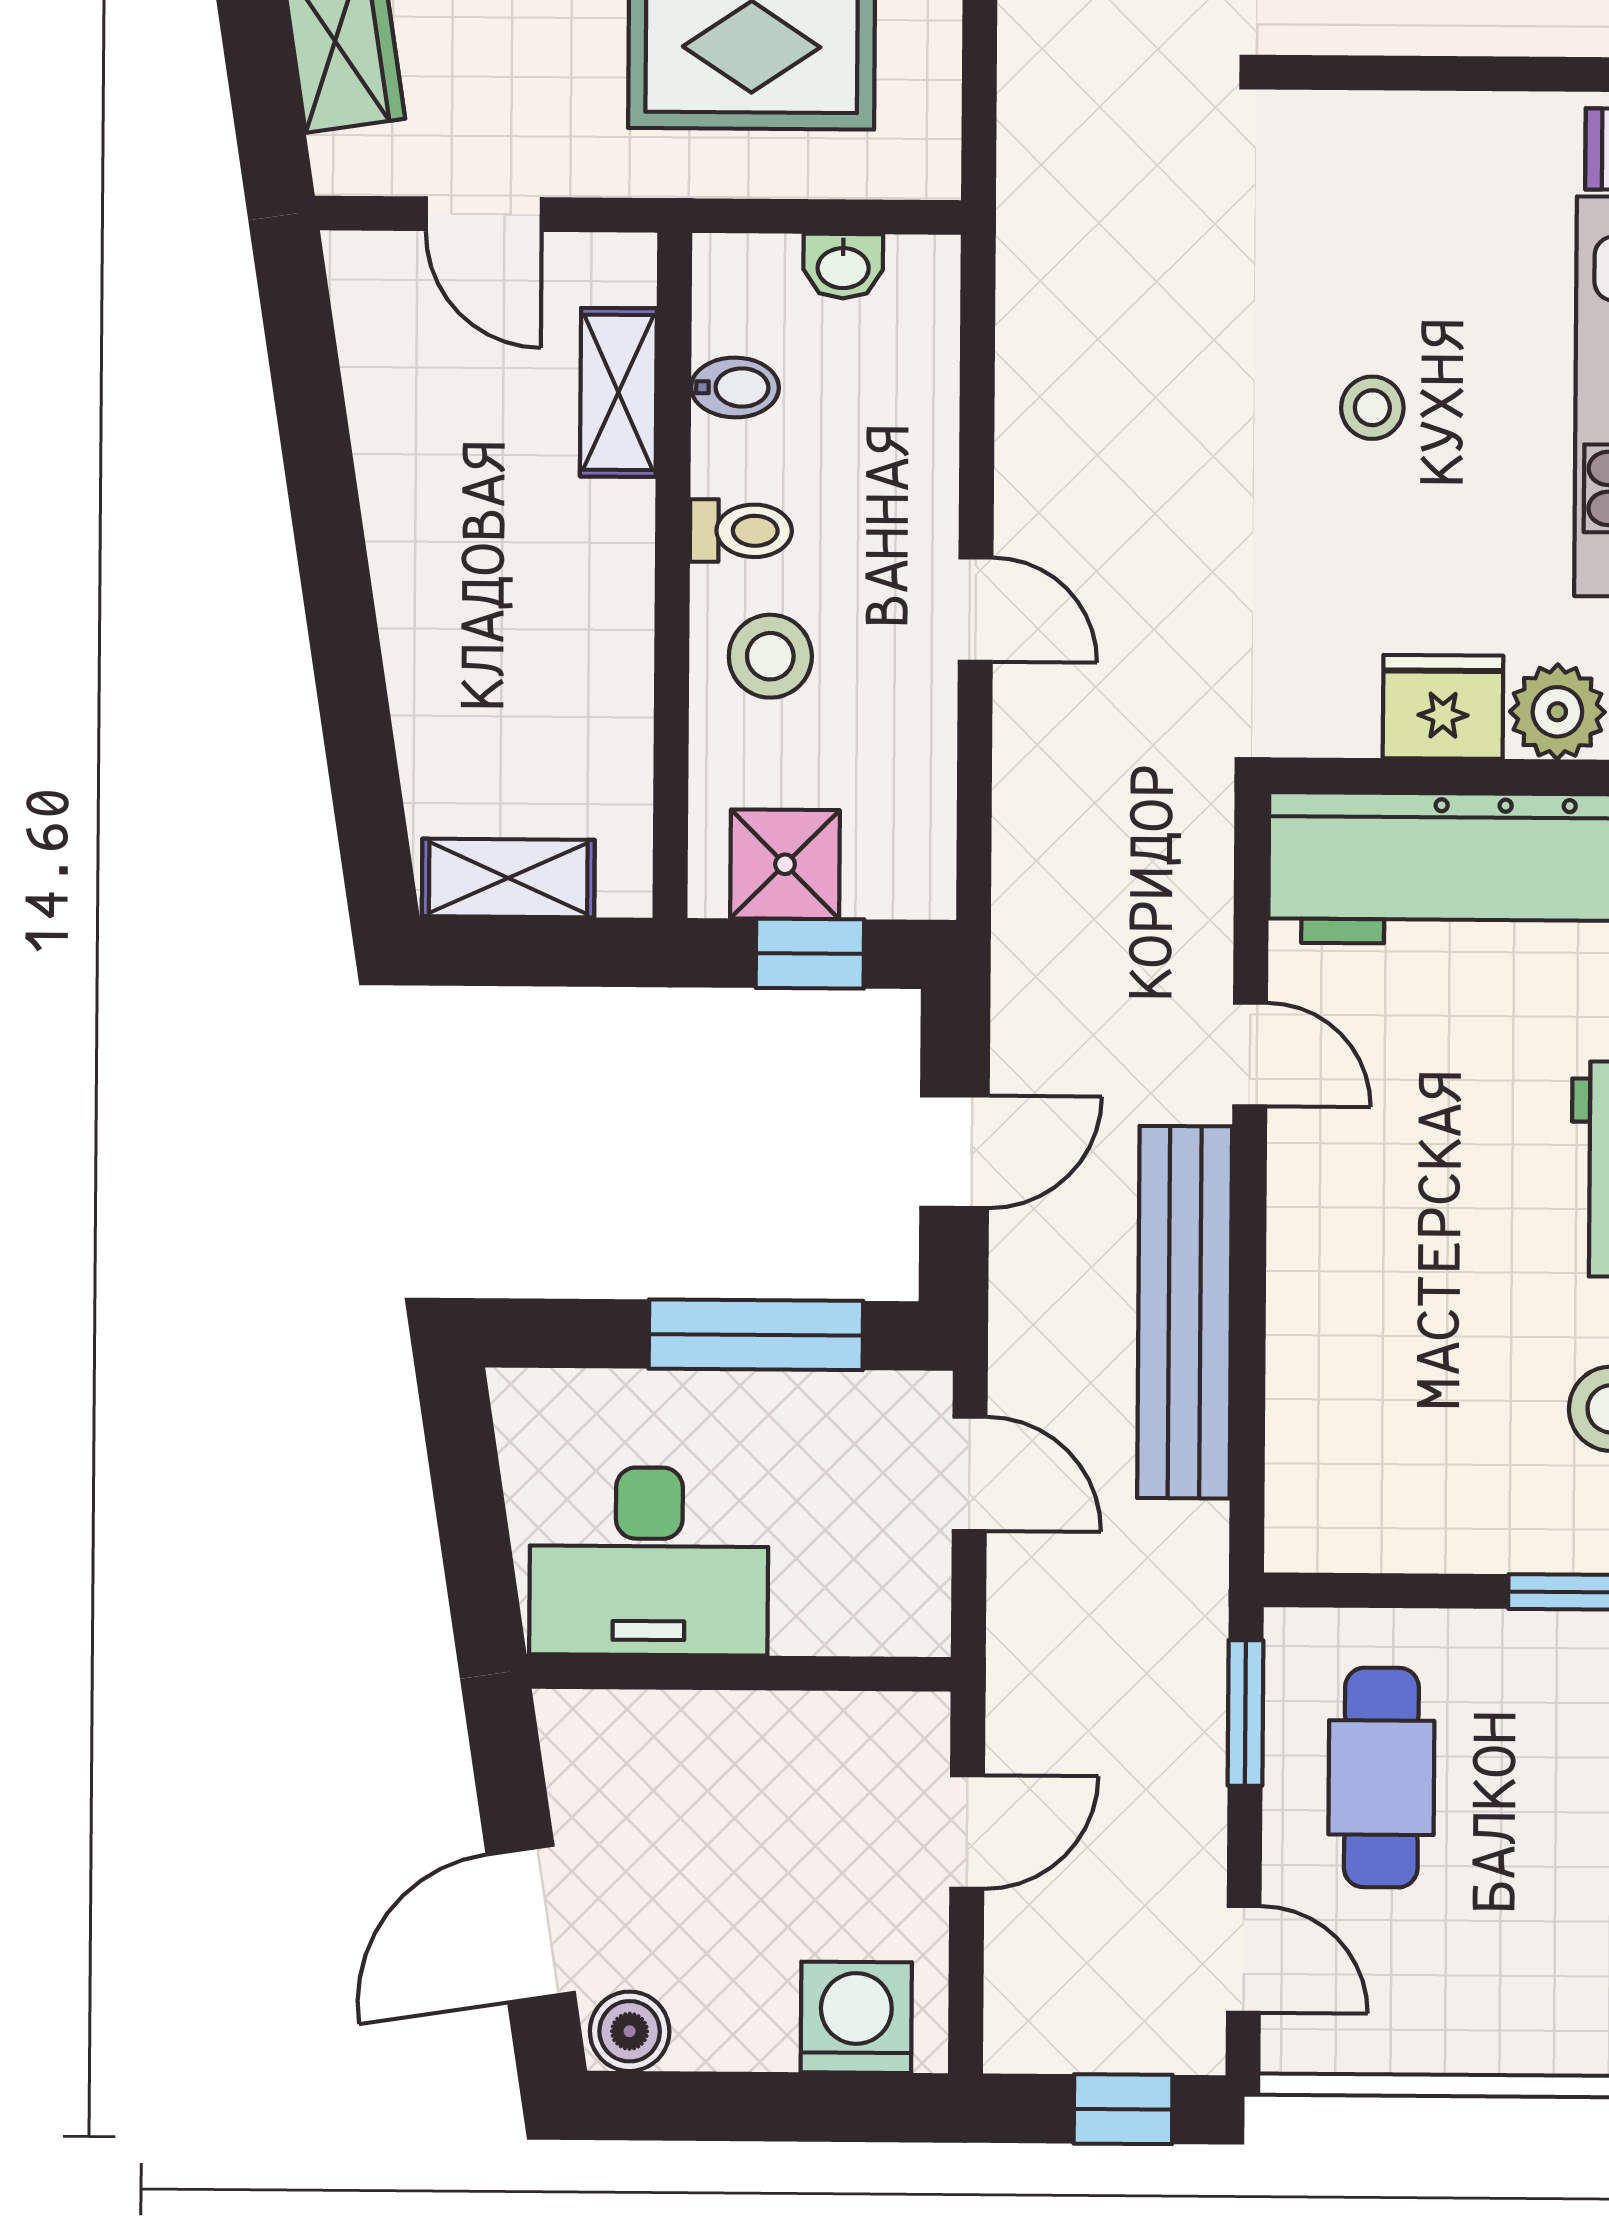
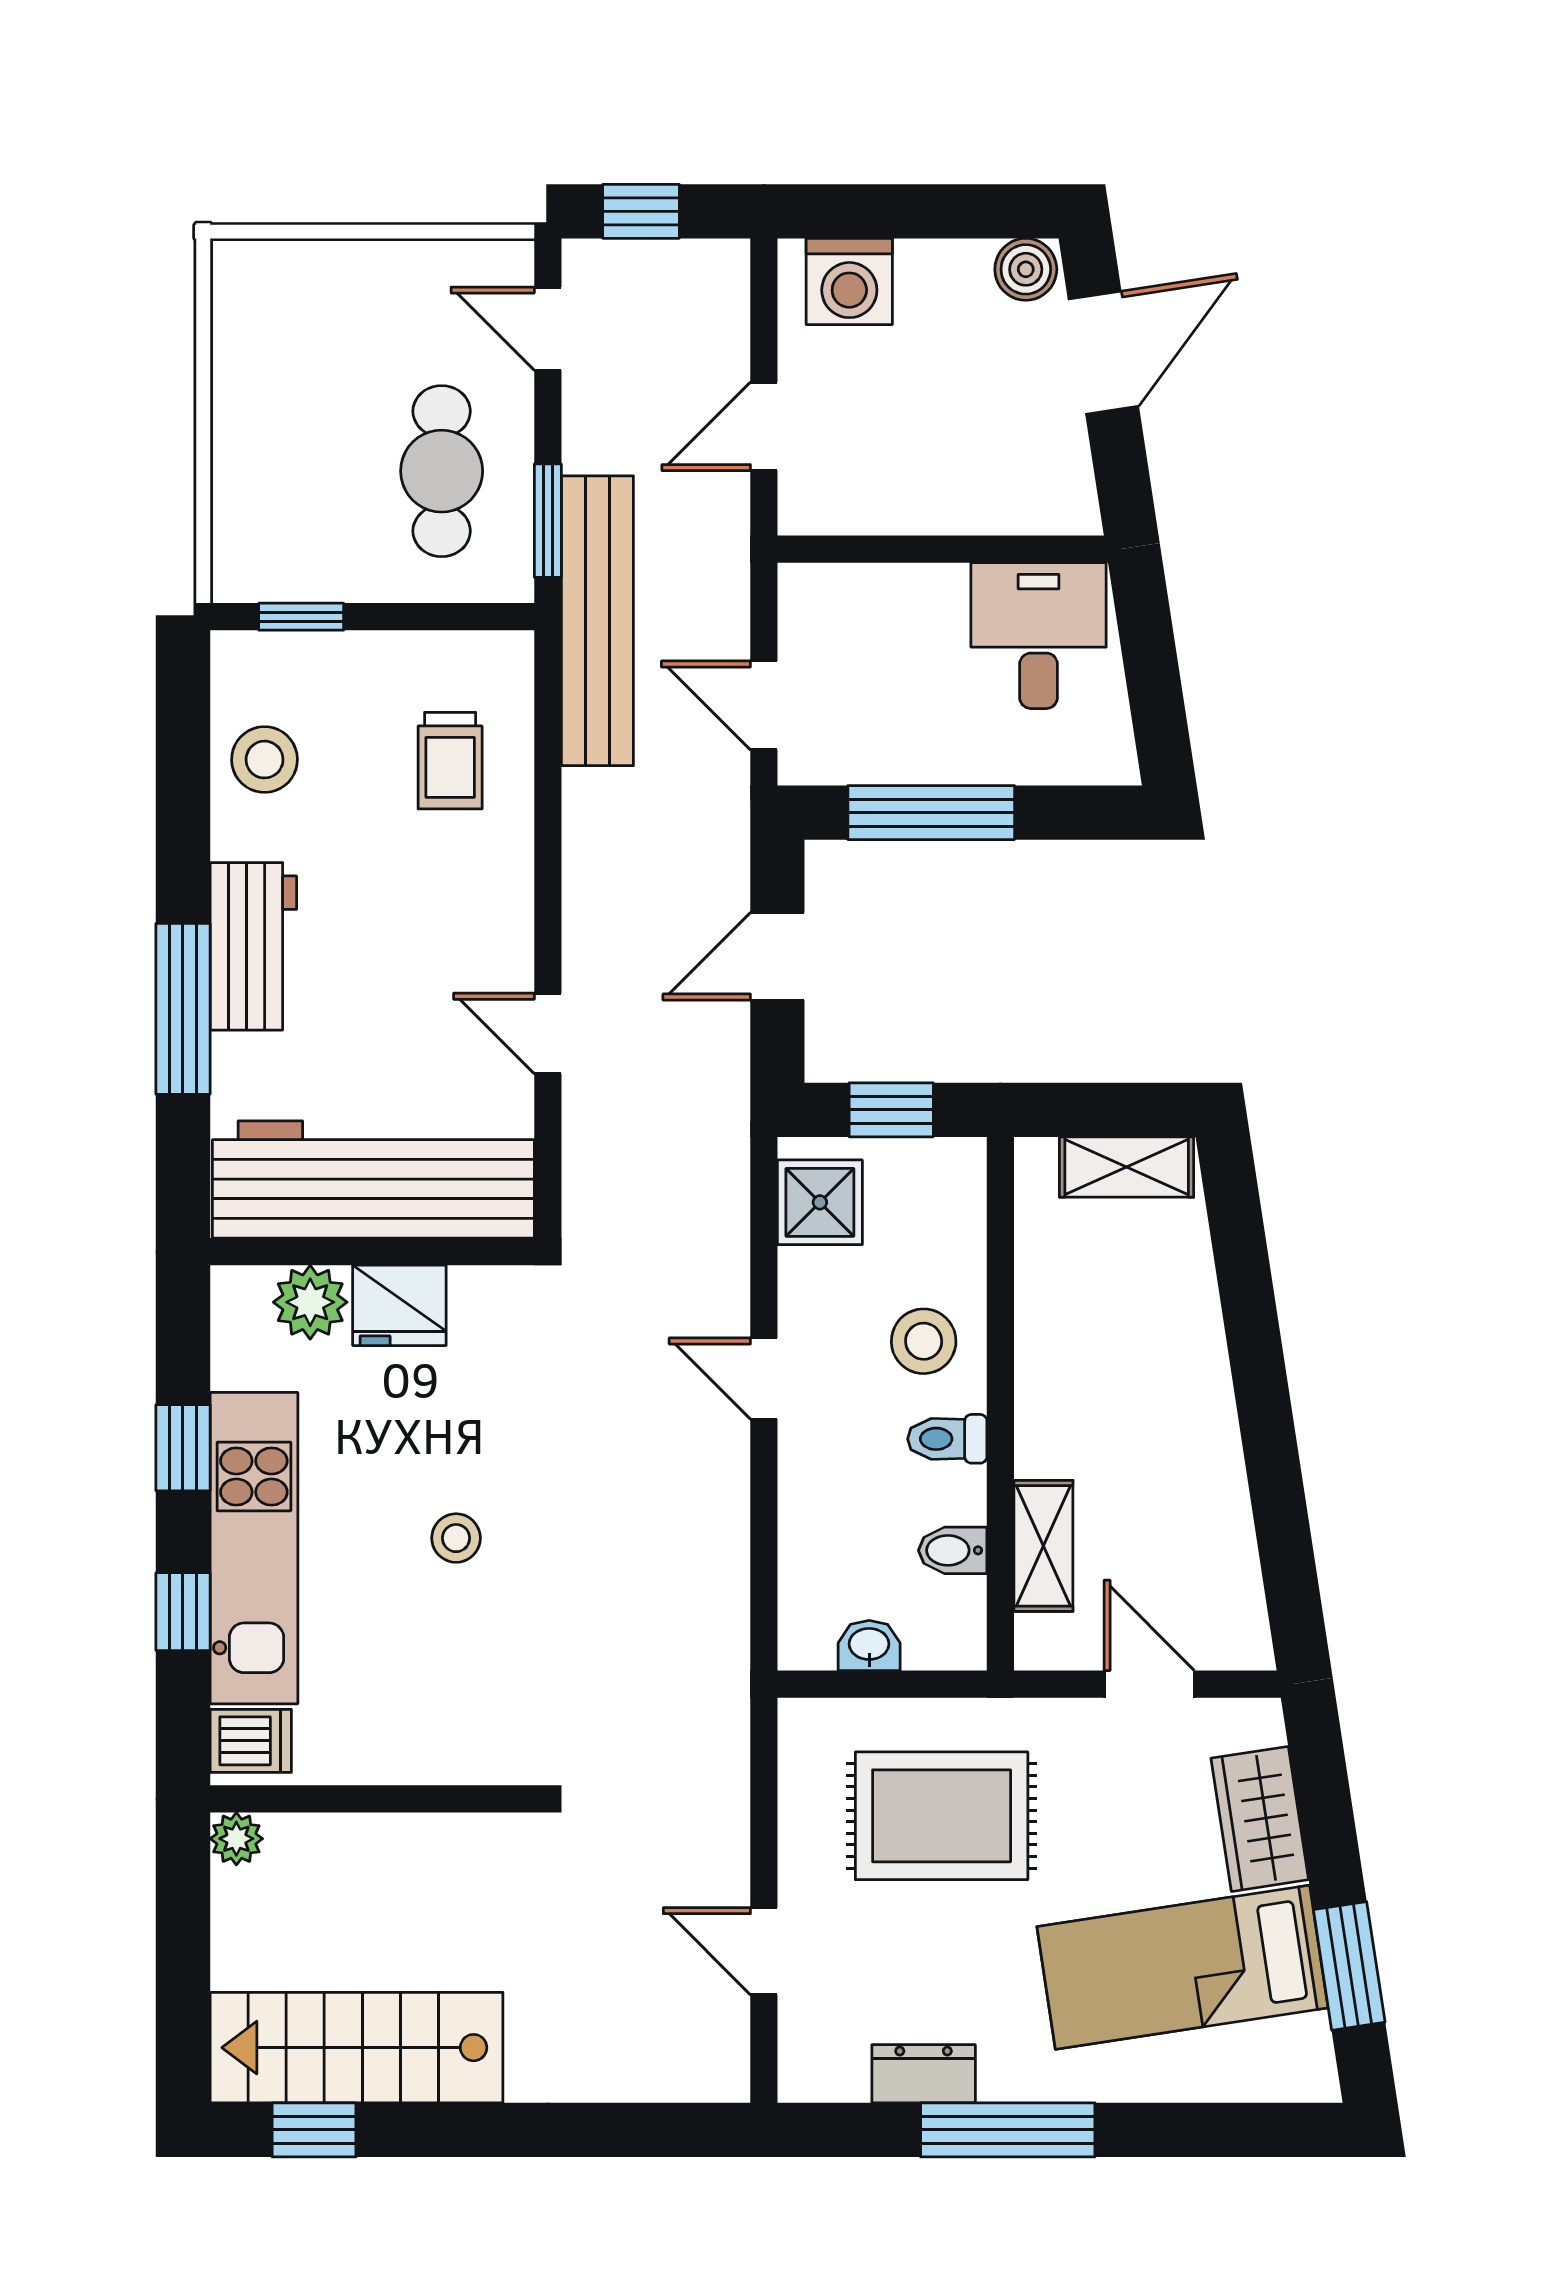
shower: (785, 864) -> (820, 1202), moved
bench: (1185, 1312) -> (597, 621), moved
trolley: (1373, 1406) -> (450, 761), added
desk: (649, 1561) -> (1039, 636), width x0.73

